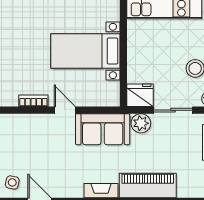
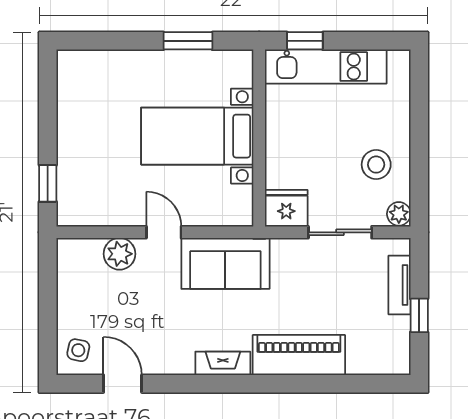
bookcase: (33, 101) -> (113, 217), removed
plant: (141, 123) -> (119, 254), moved

